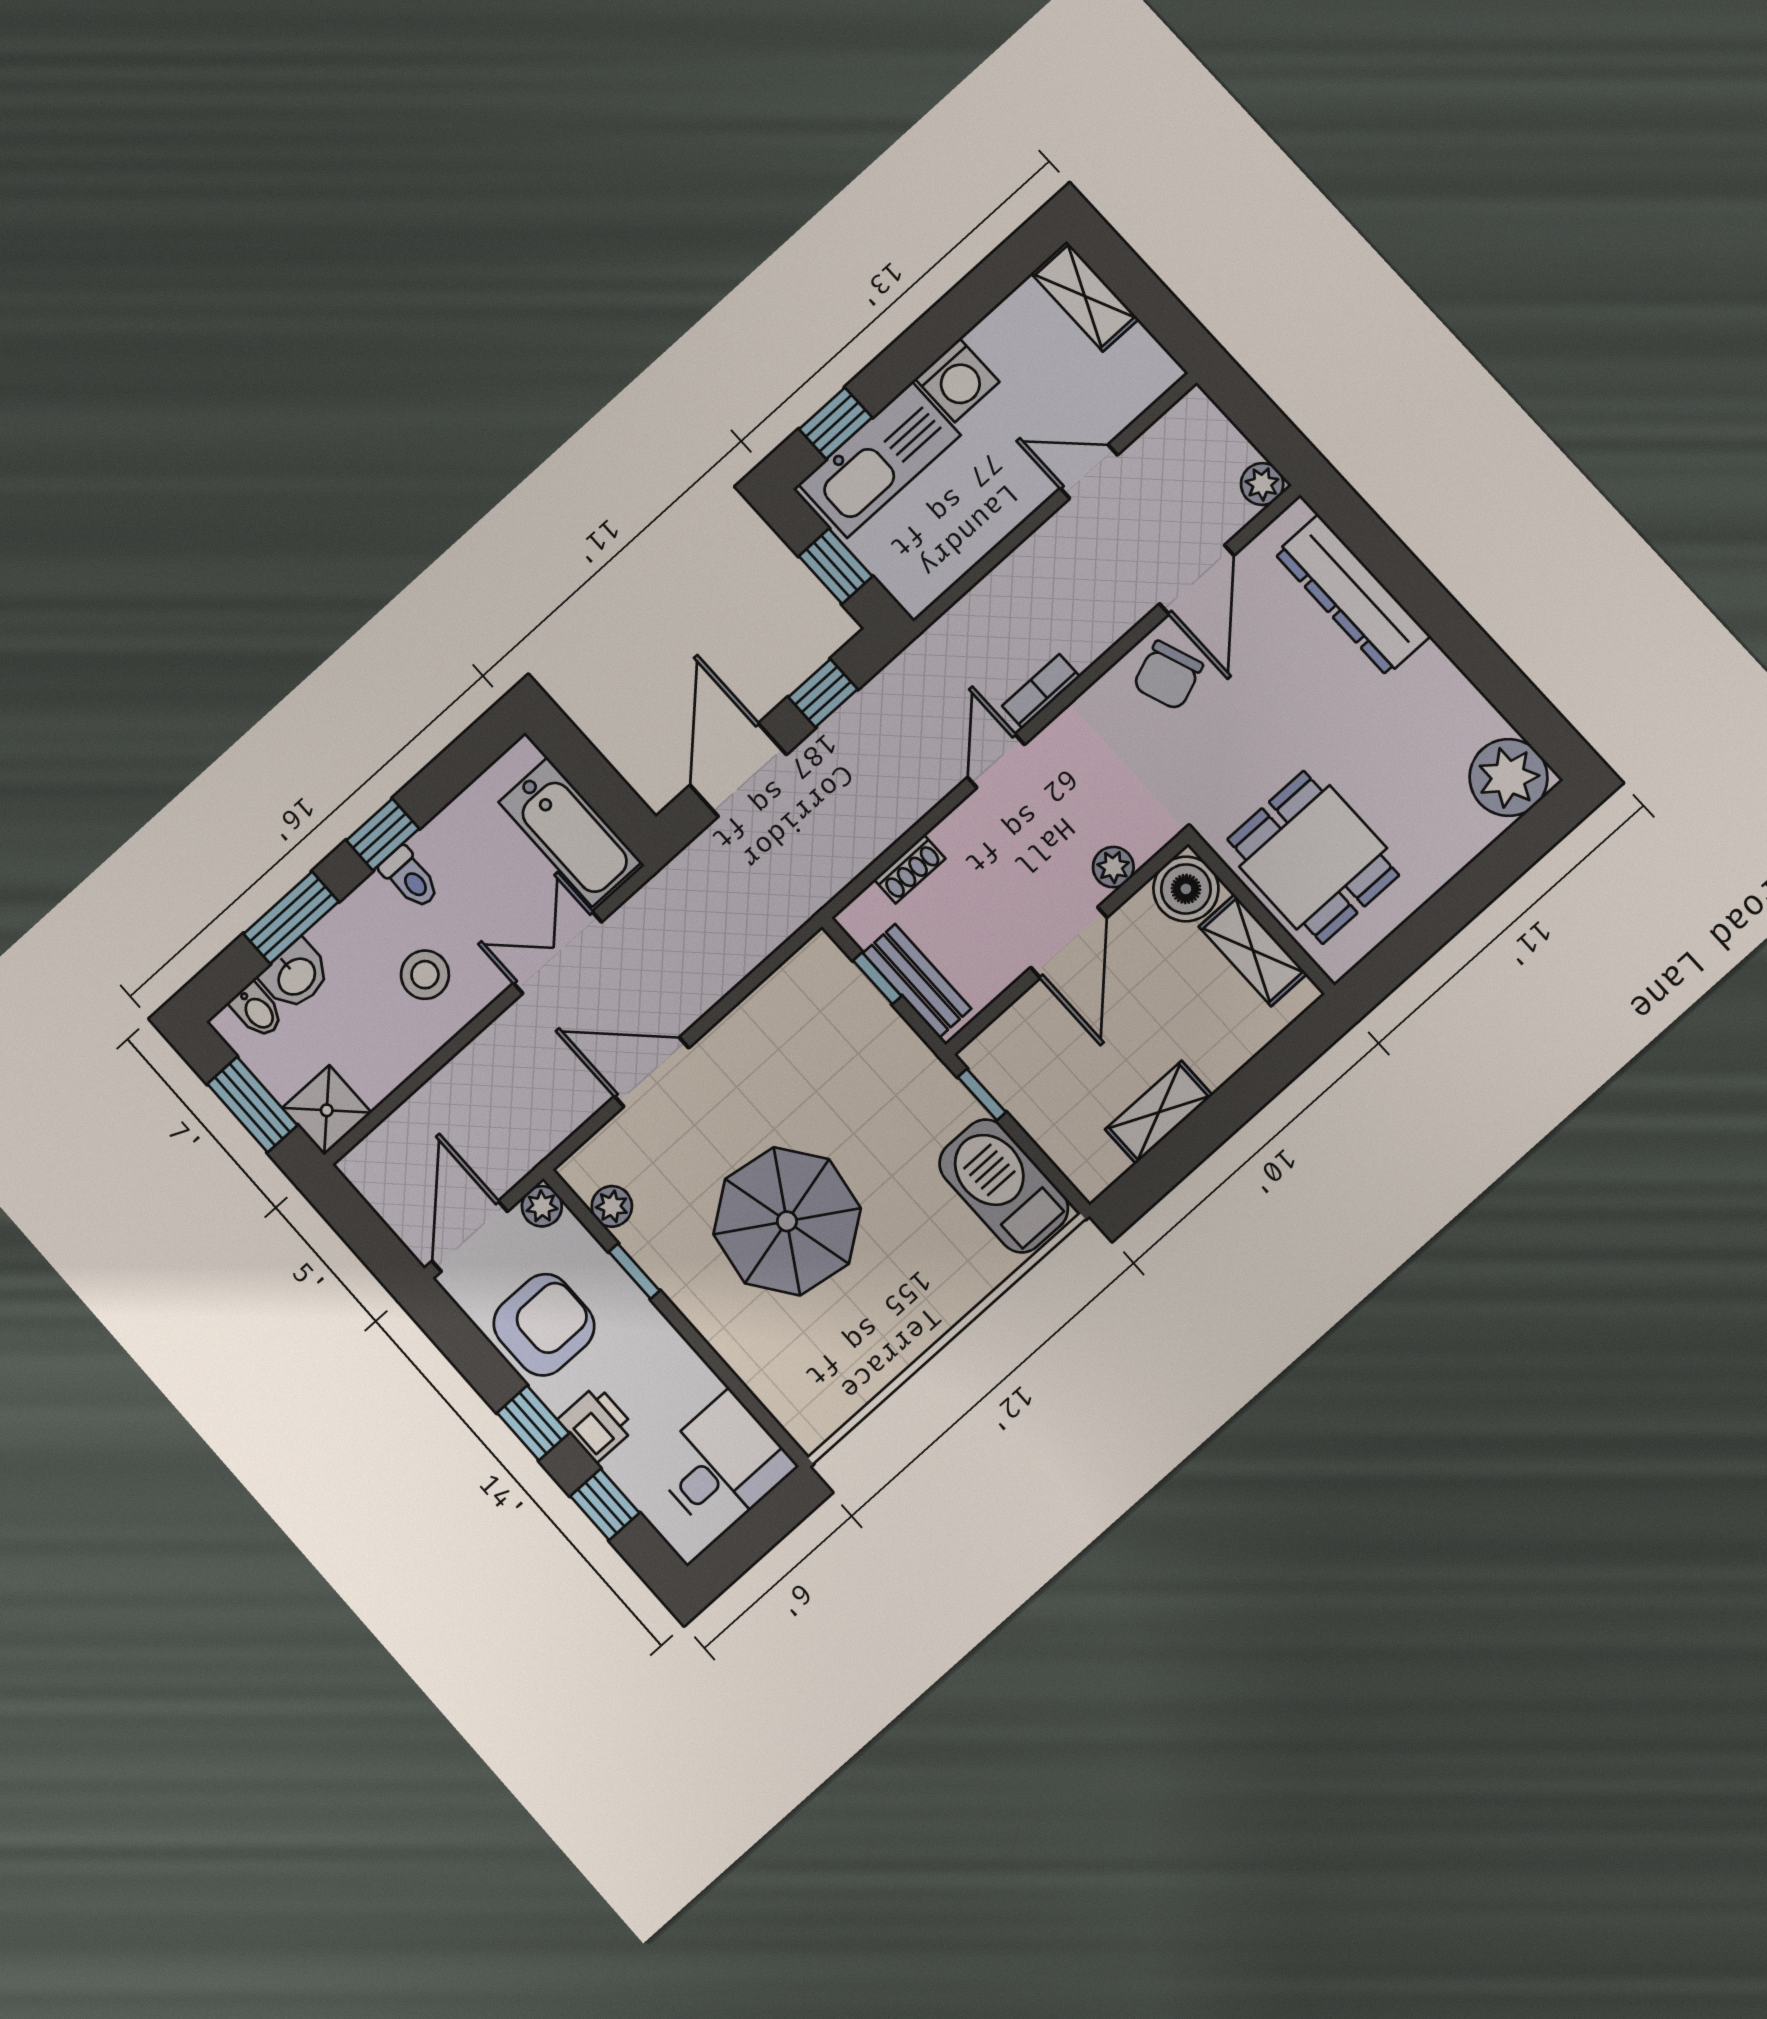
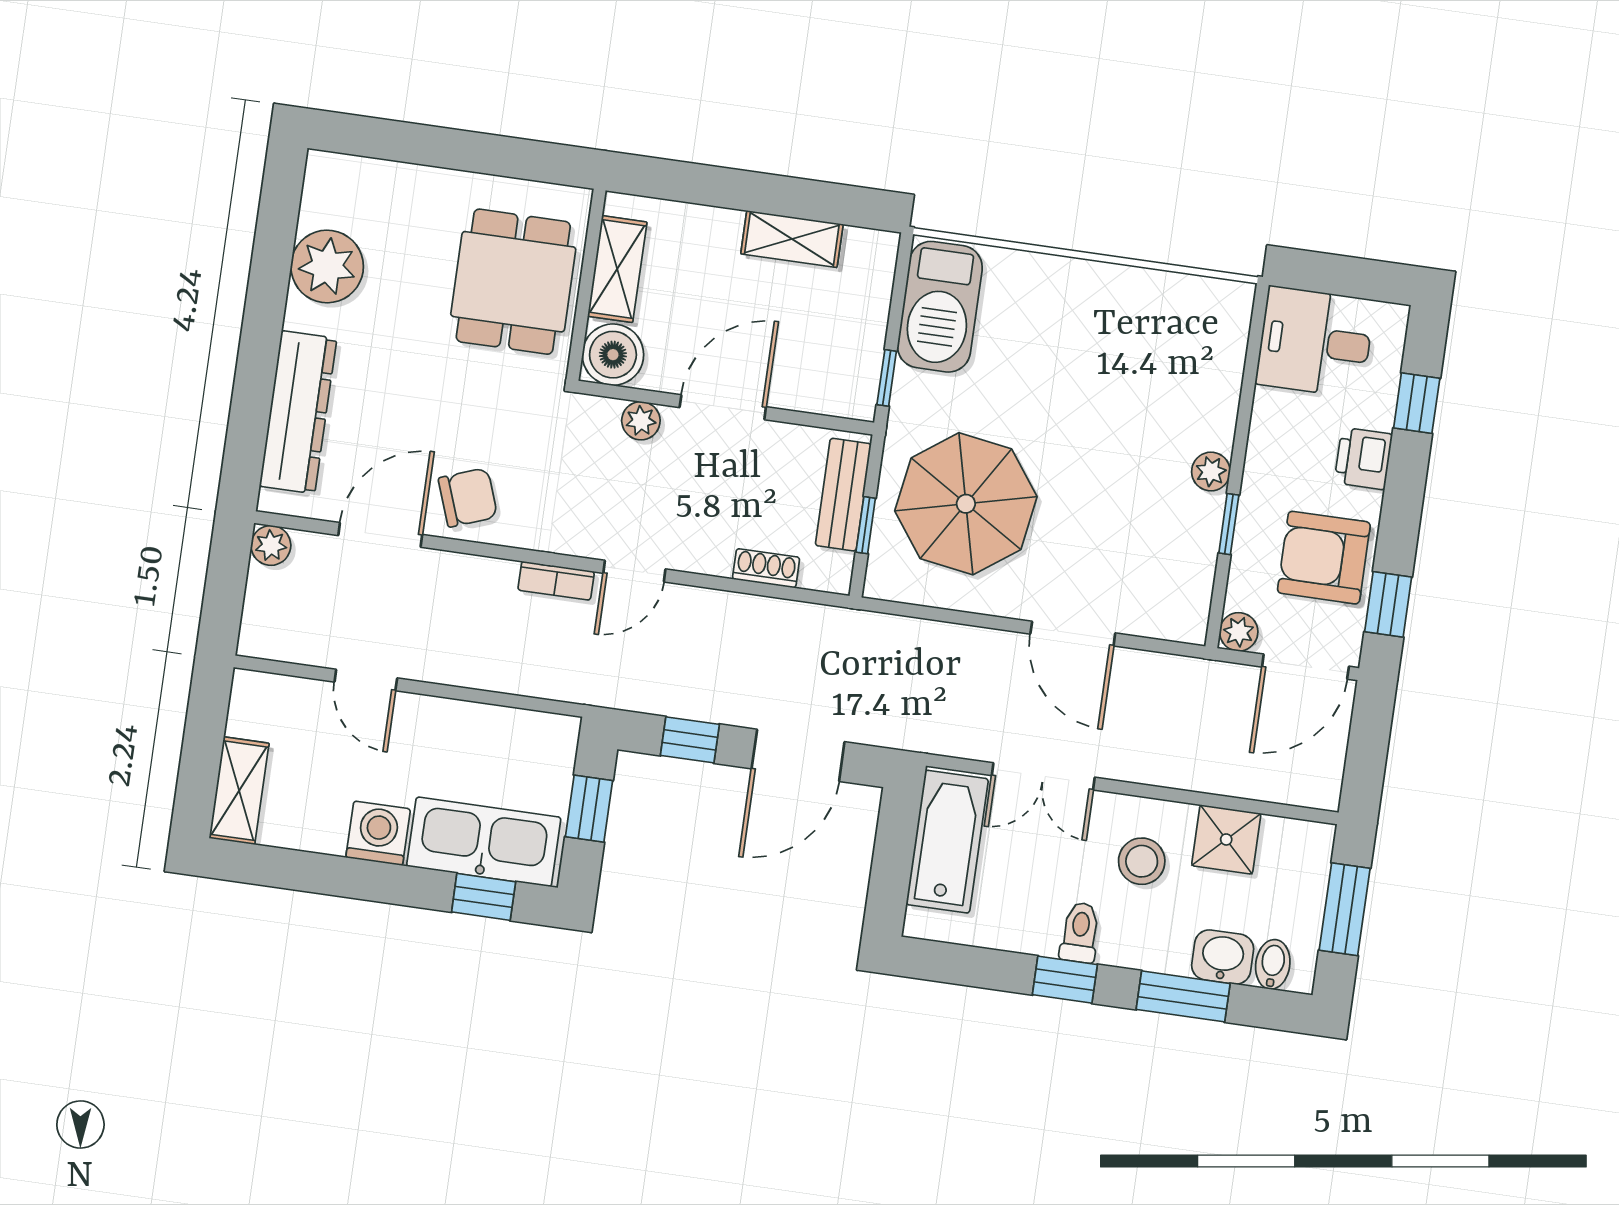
plant: (1509, 777) -> (327, 266), moved
shower: (327, 1110) -> (1226, 839), moved
plant: (612, 1206) -> (1211, 472), moved
parasol: (787, 1221) -> (966, 504), moved
window: (533, 1423) -> (1388, 604), moved

